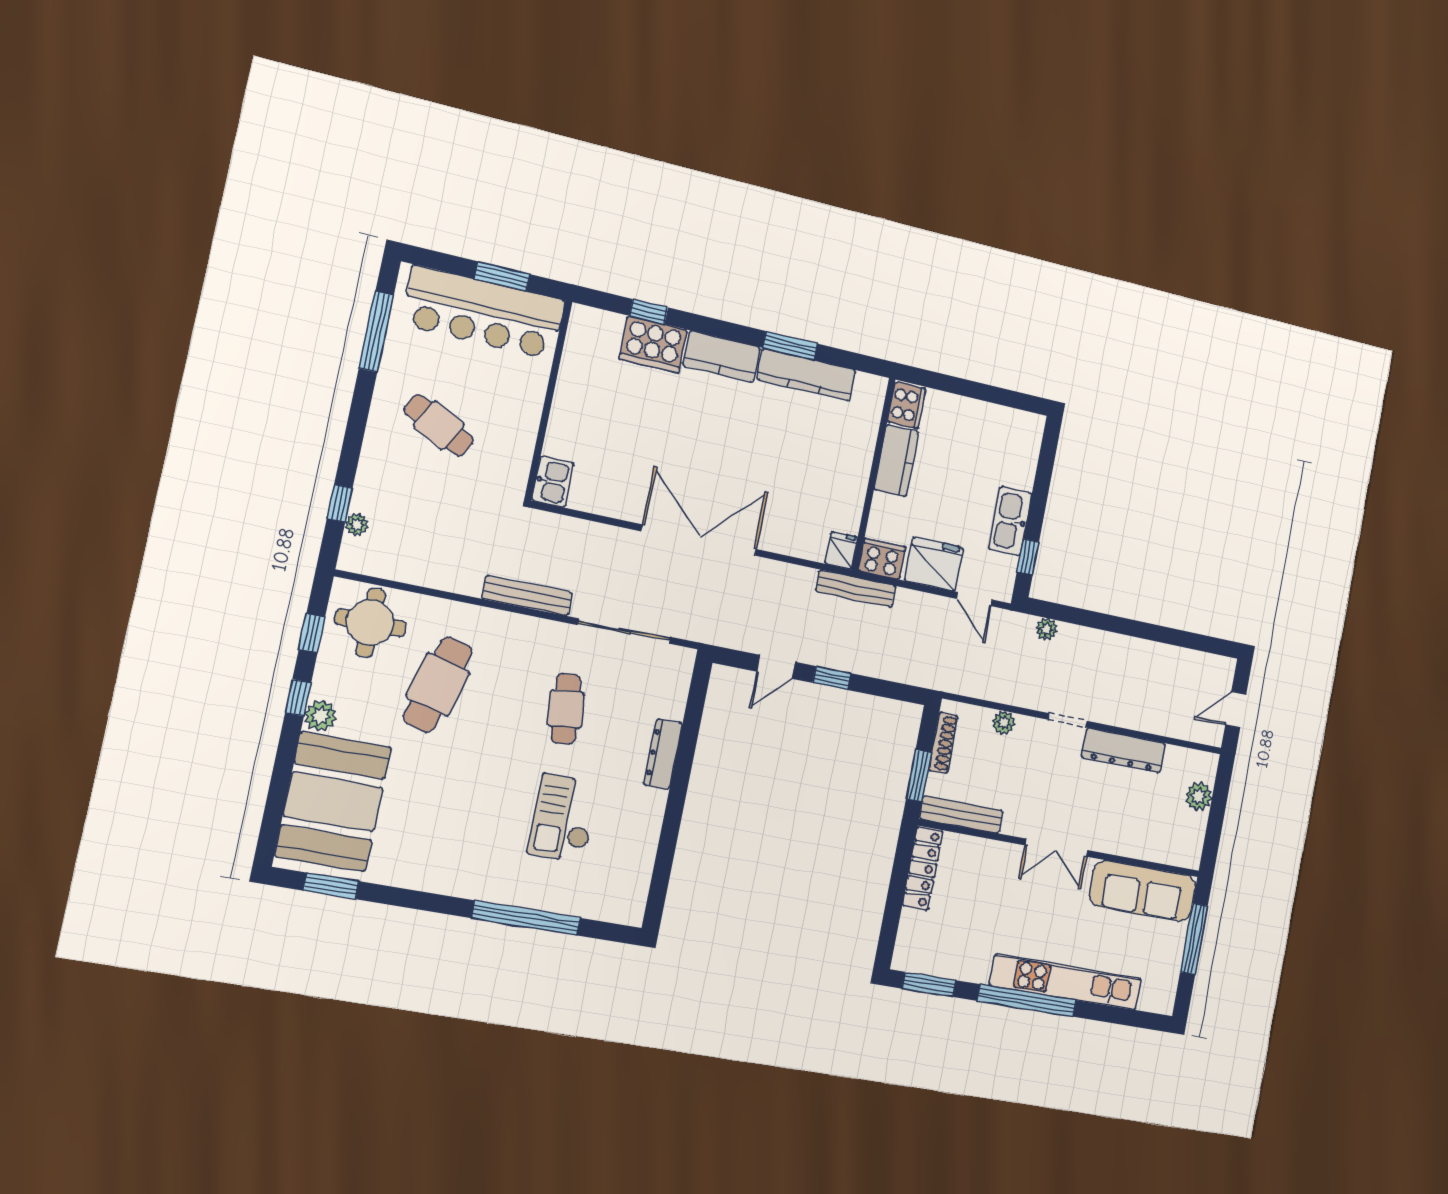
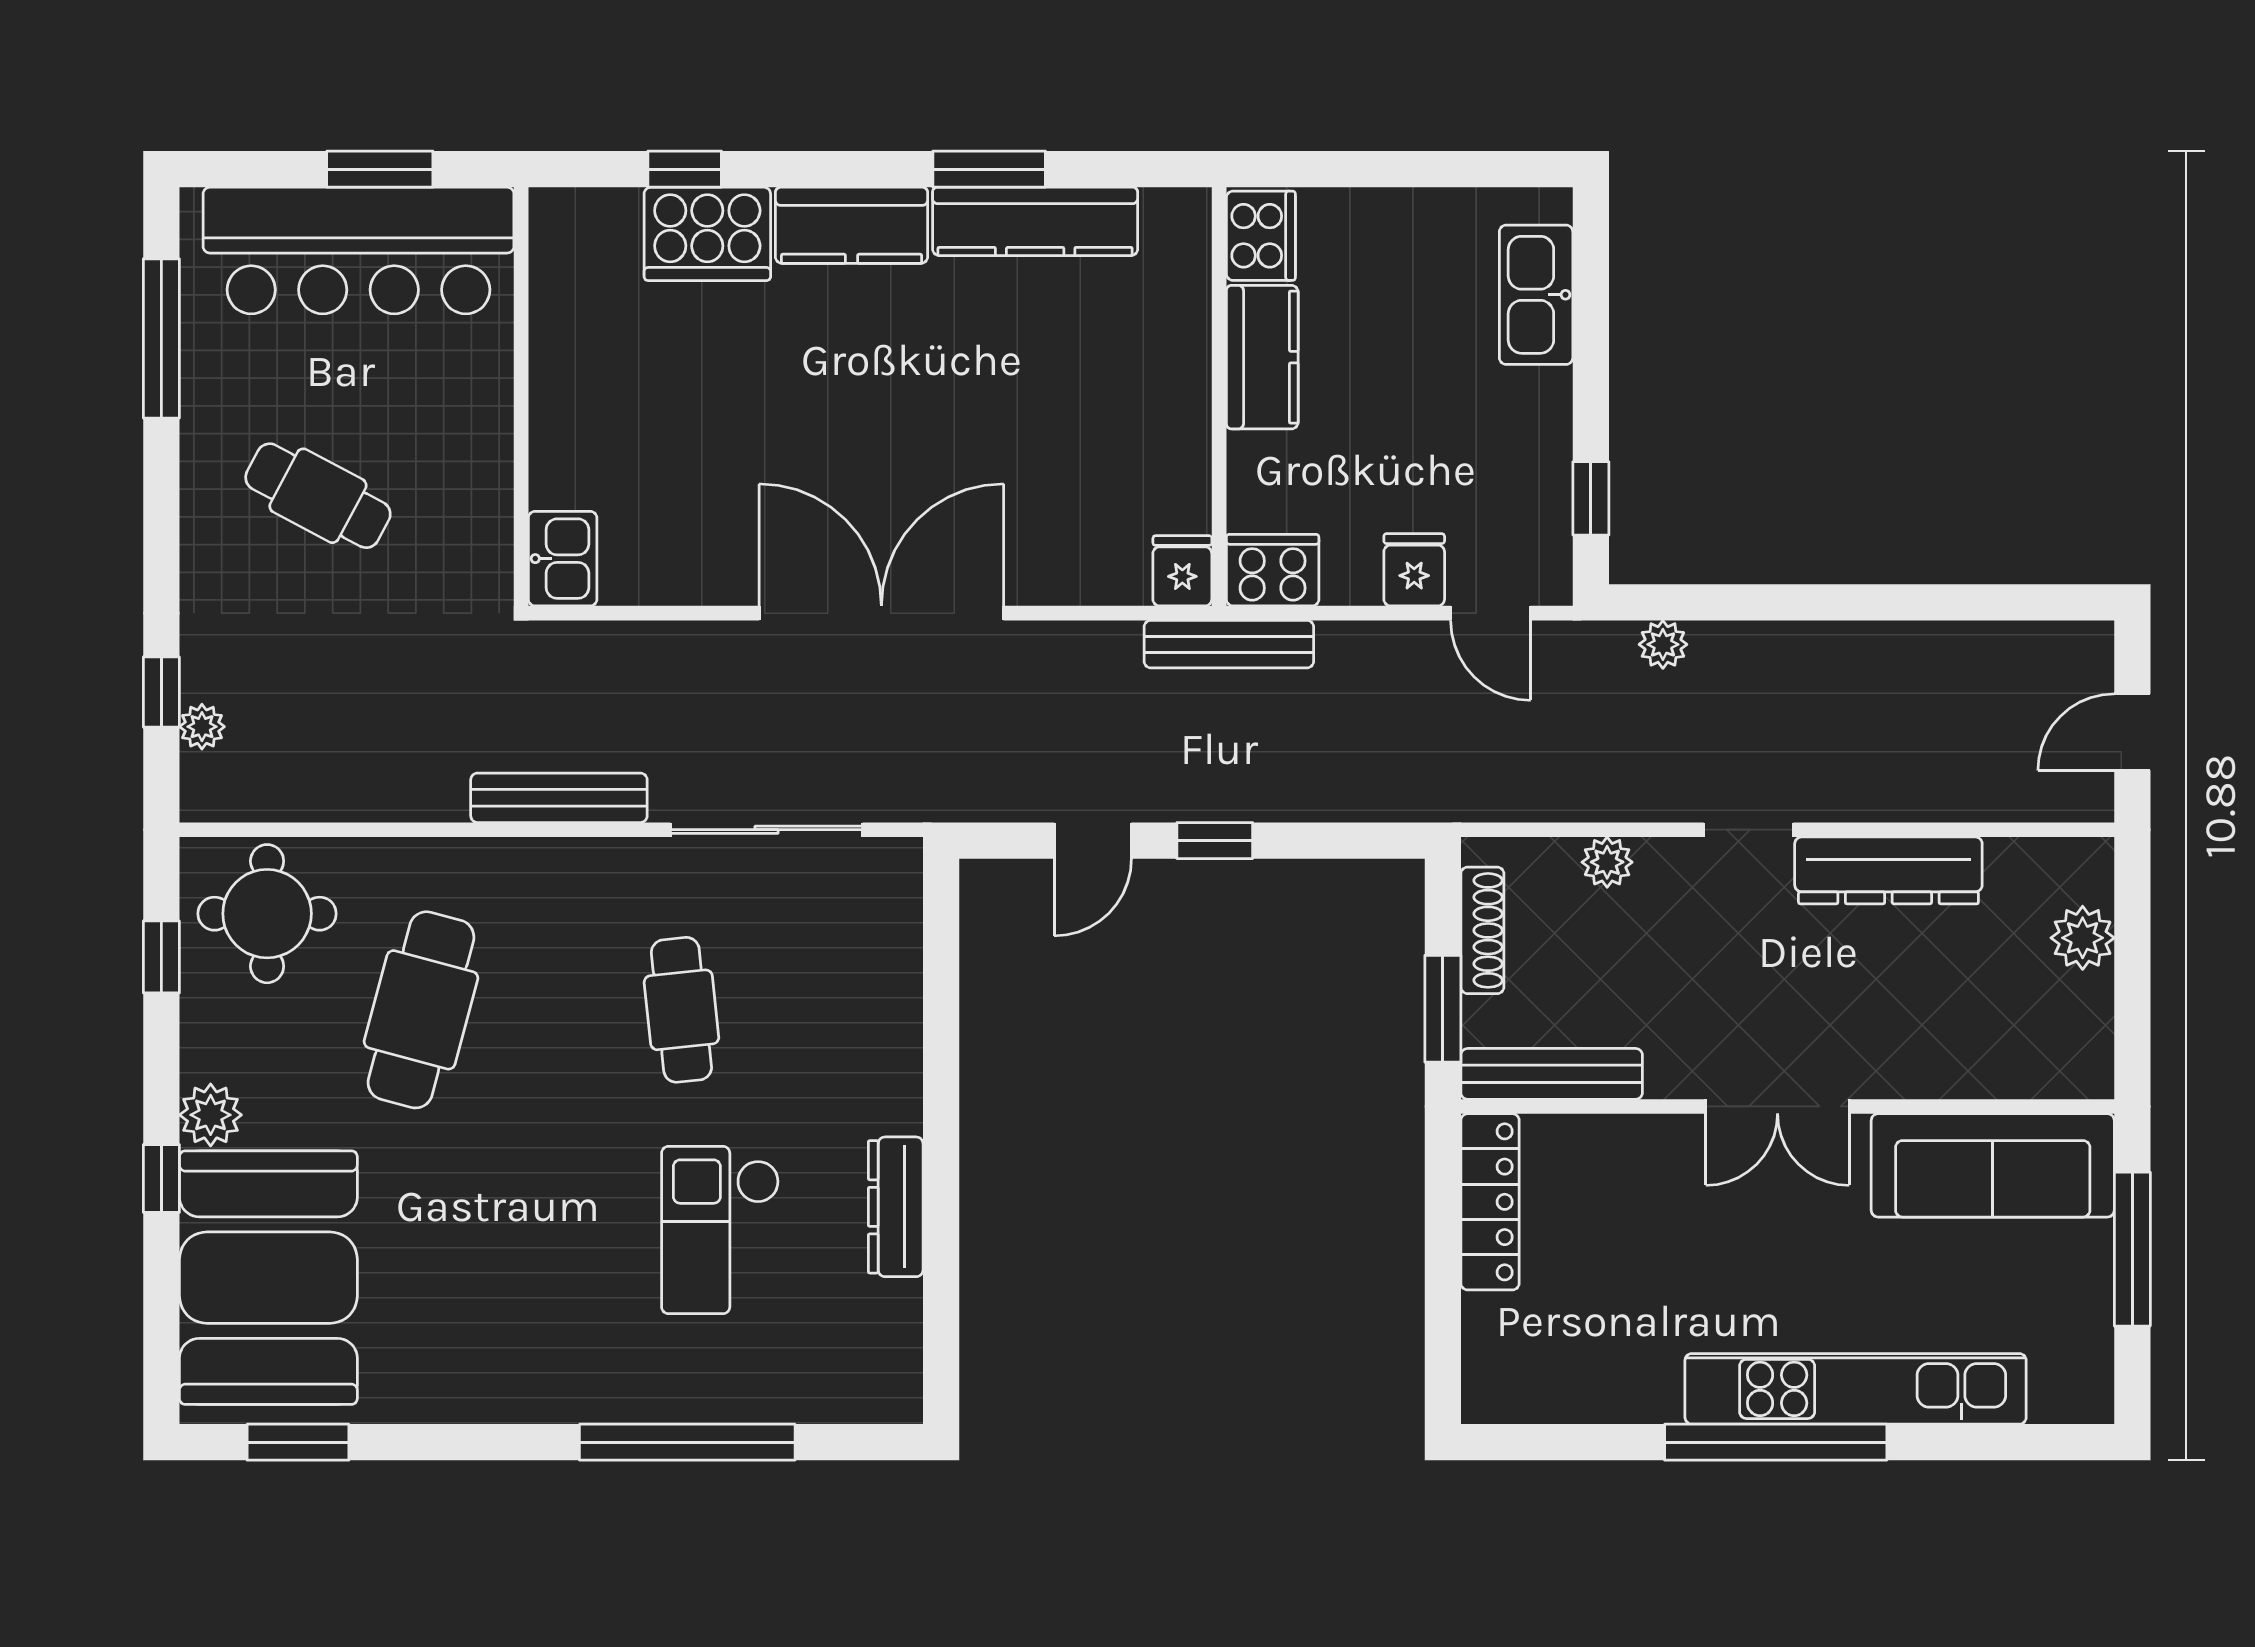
kitchen sink: (1010, 521) -> (1536, 295), moved
fridge: (934, 564) -> (1414, 570), width x0.53, depth x0.75
window: (298, 698) -> (161, 1178), moved
dresser: (663, 754) -> (896, 1207), moved
window: (929, 984) -> (1552, 1442), removed

